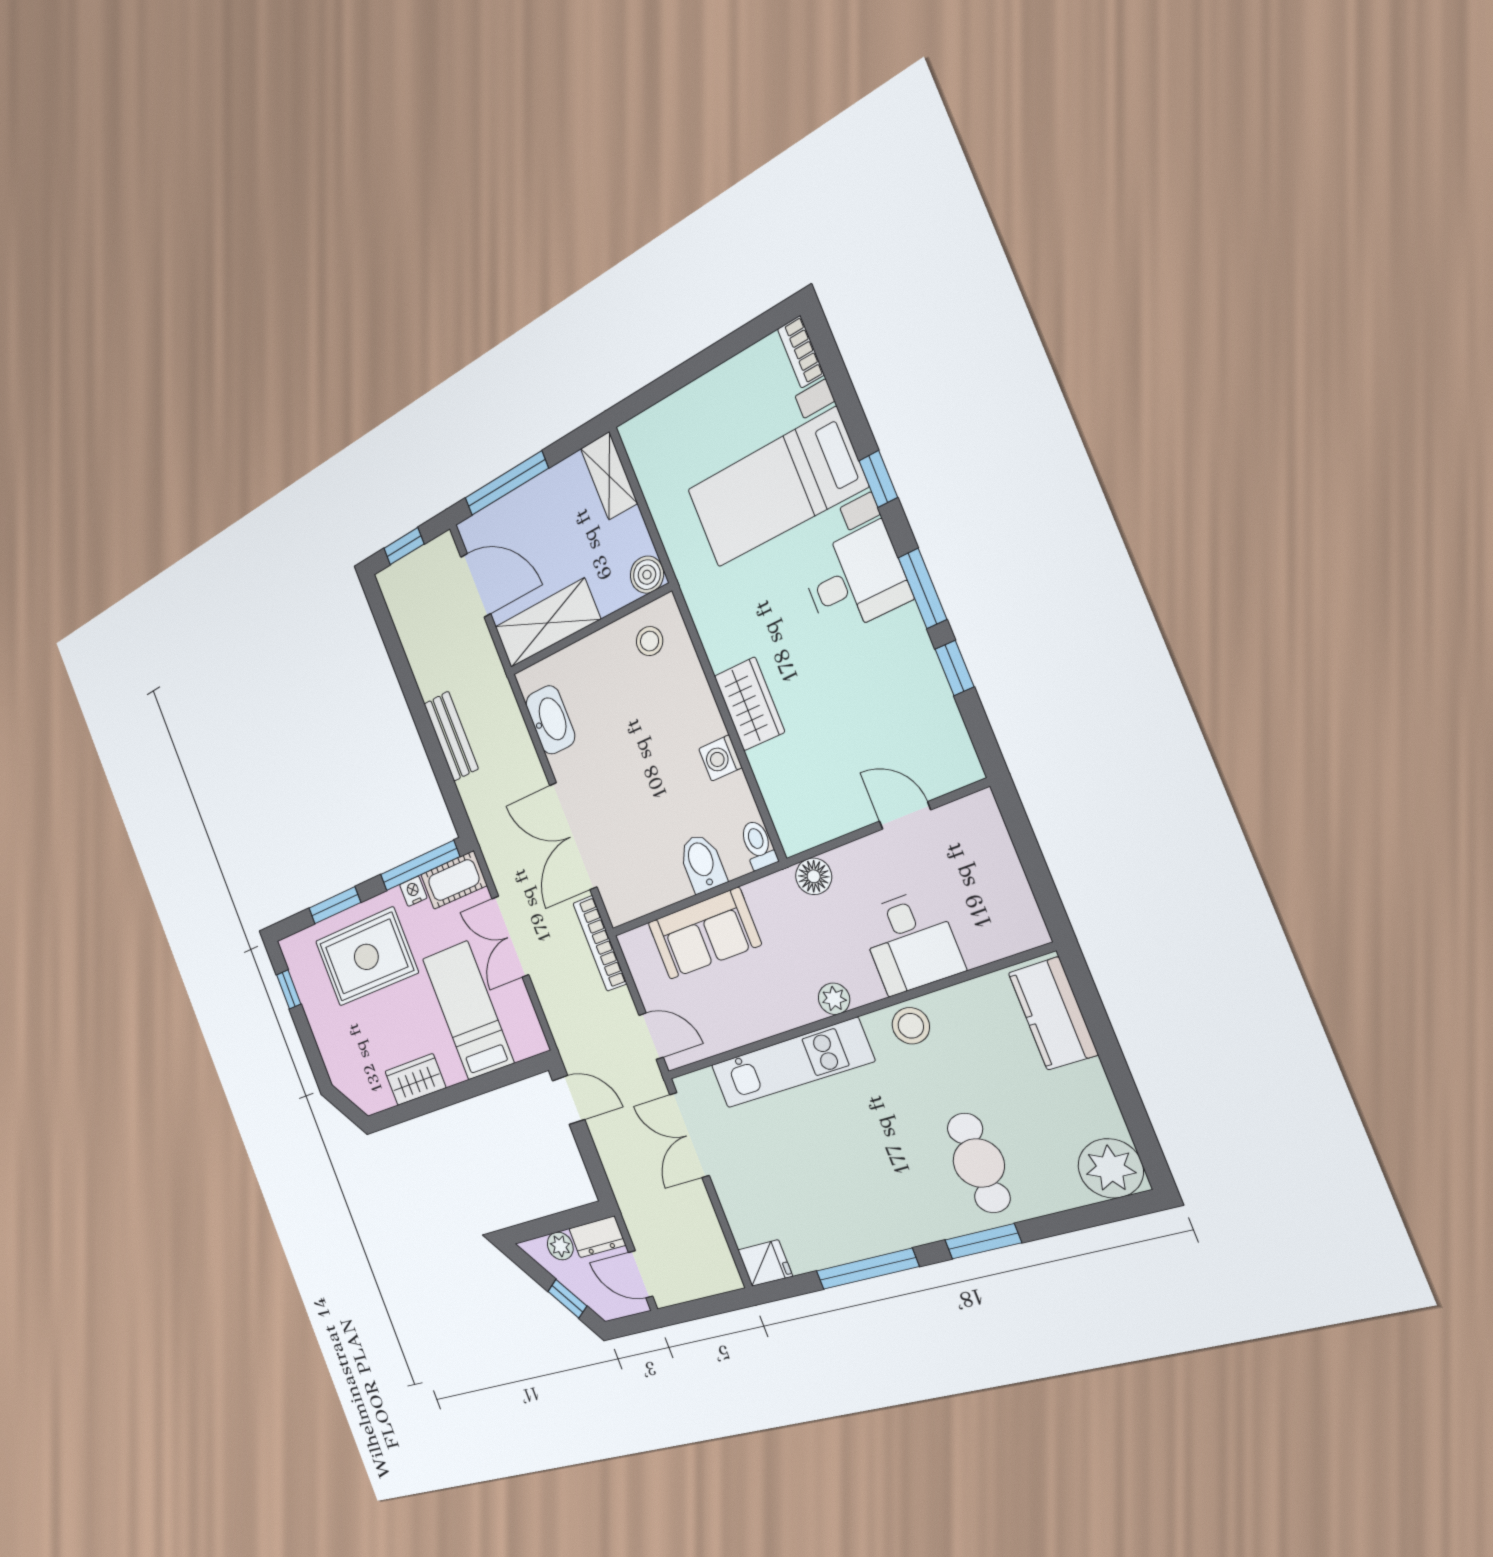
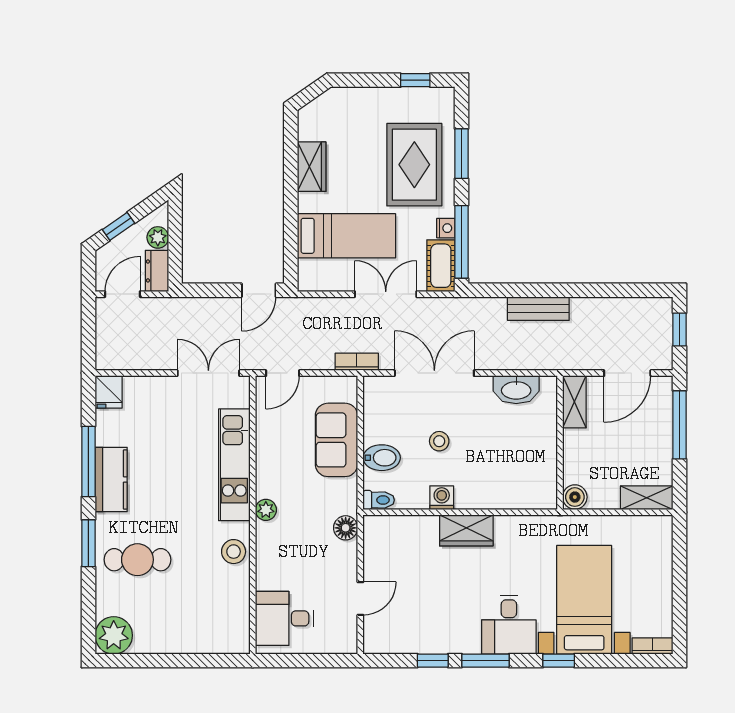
shelving: (547, 623) -> (574, 402), width x0.67, depth x0.75
stool: (650, 641) -> (439, 441), moved
desk: (911, 942) -> (284, 618), moved
bookcase: (600, 943) -> (357, 362), width x0.64
kitchen counter: (1053, 1014) -> (111, 479), moved, turned 90

